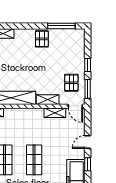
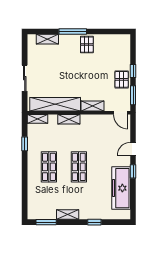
window: (61, 26) -> (73, 31), moved
pallet: (71, 83) -> (122, 79), moved
shelving: (55, 113) -> (69, 119), moved

